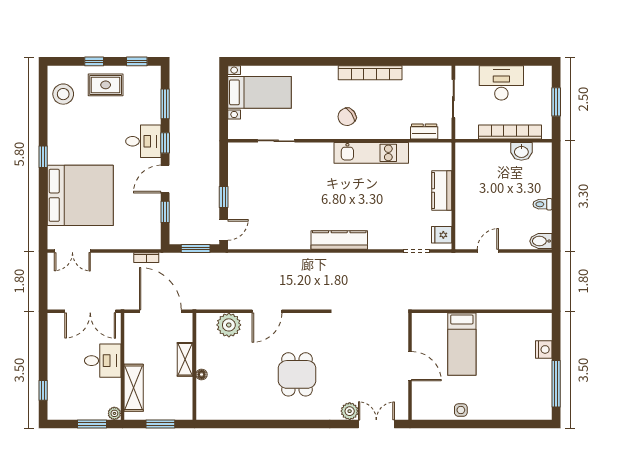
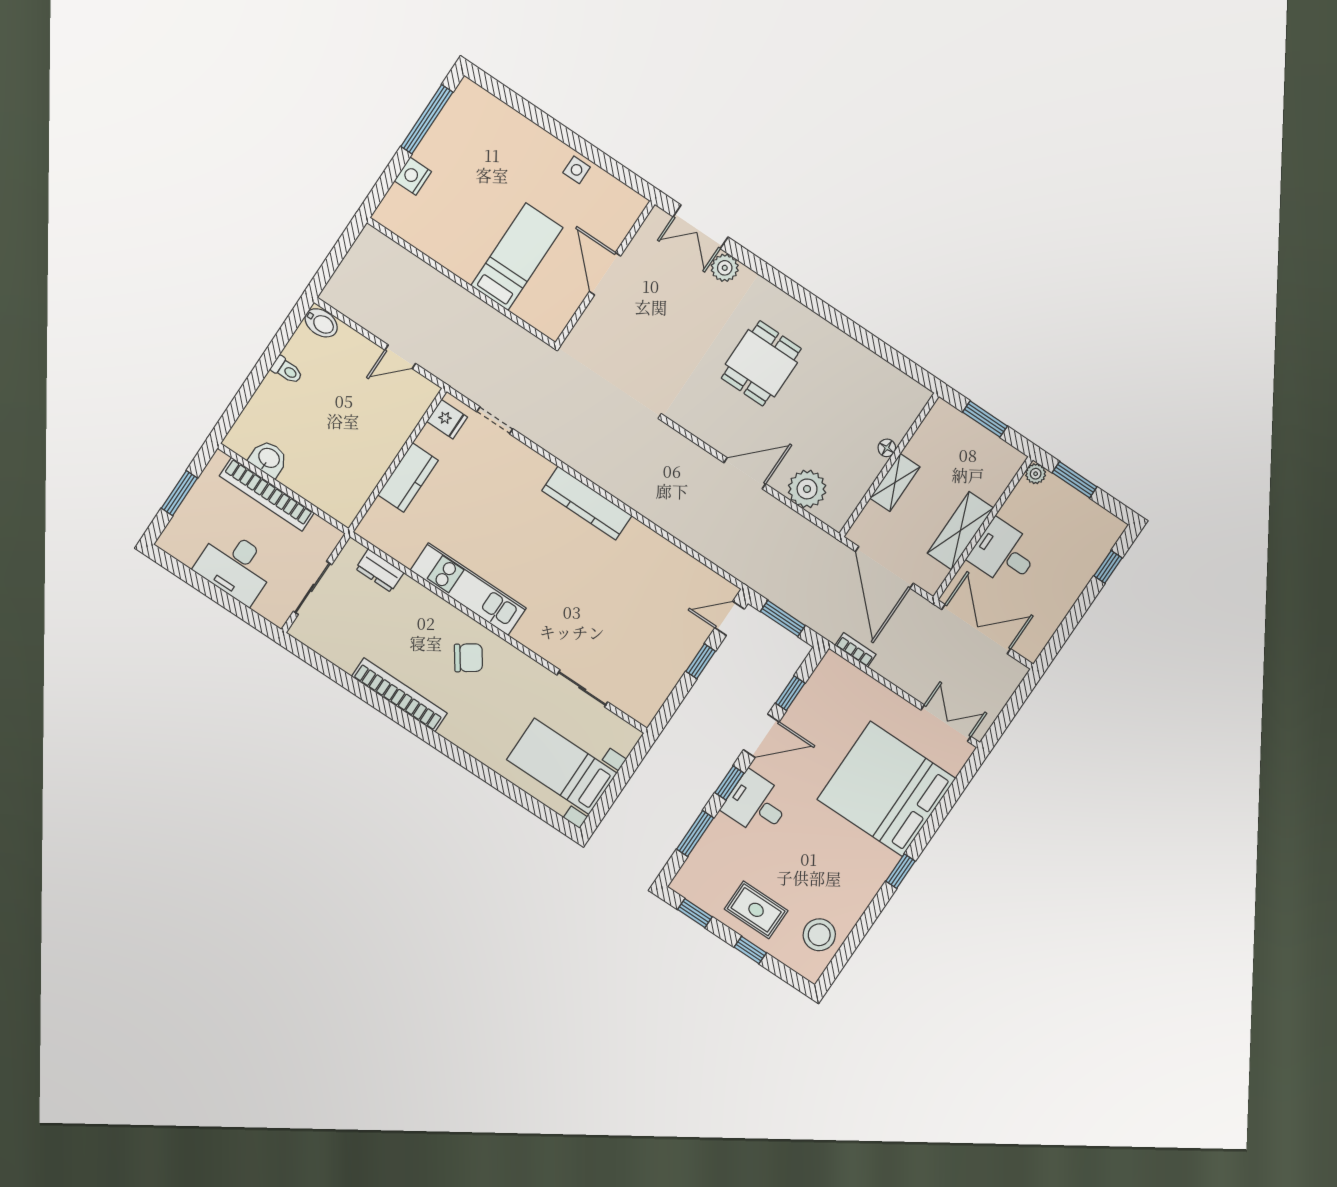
shelving: (134, 388) -> (960, 531), moved

